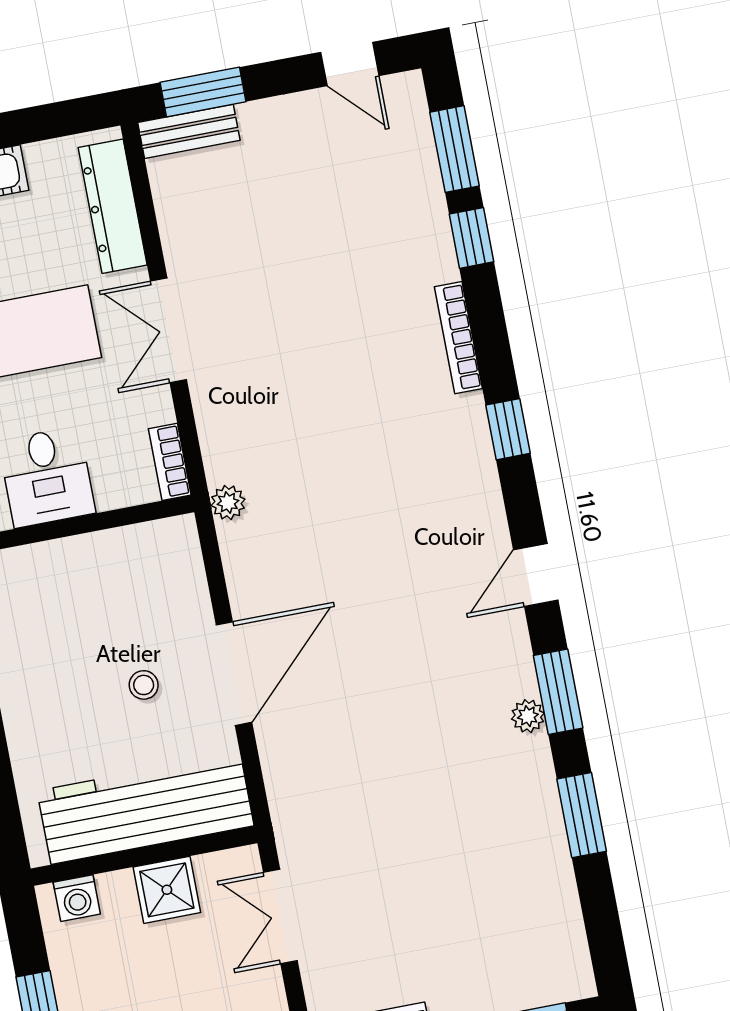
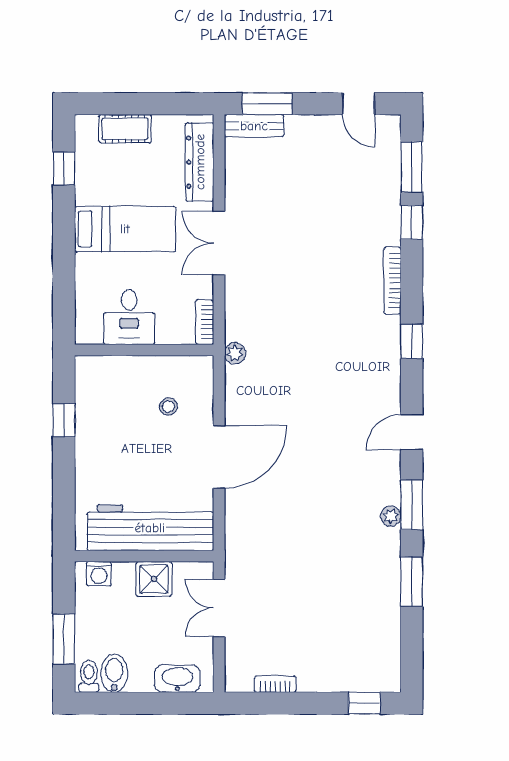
stool: (144, 685) -> (168, 407), moved

